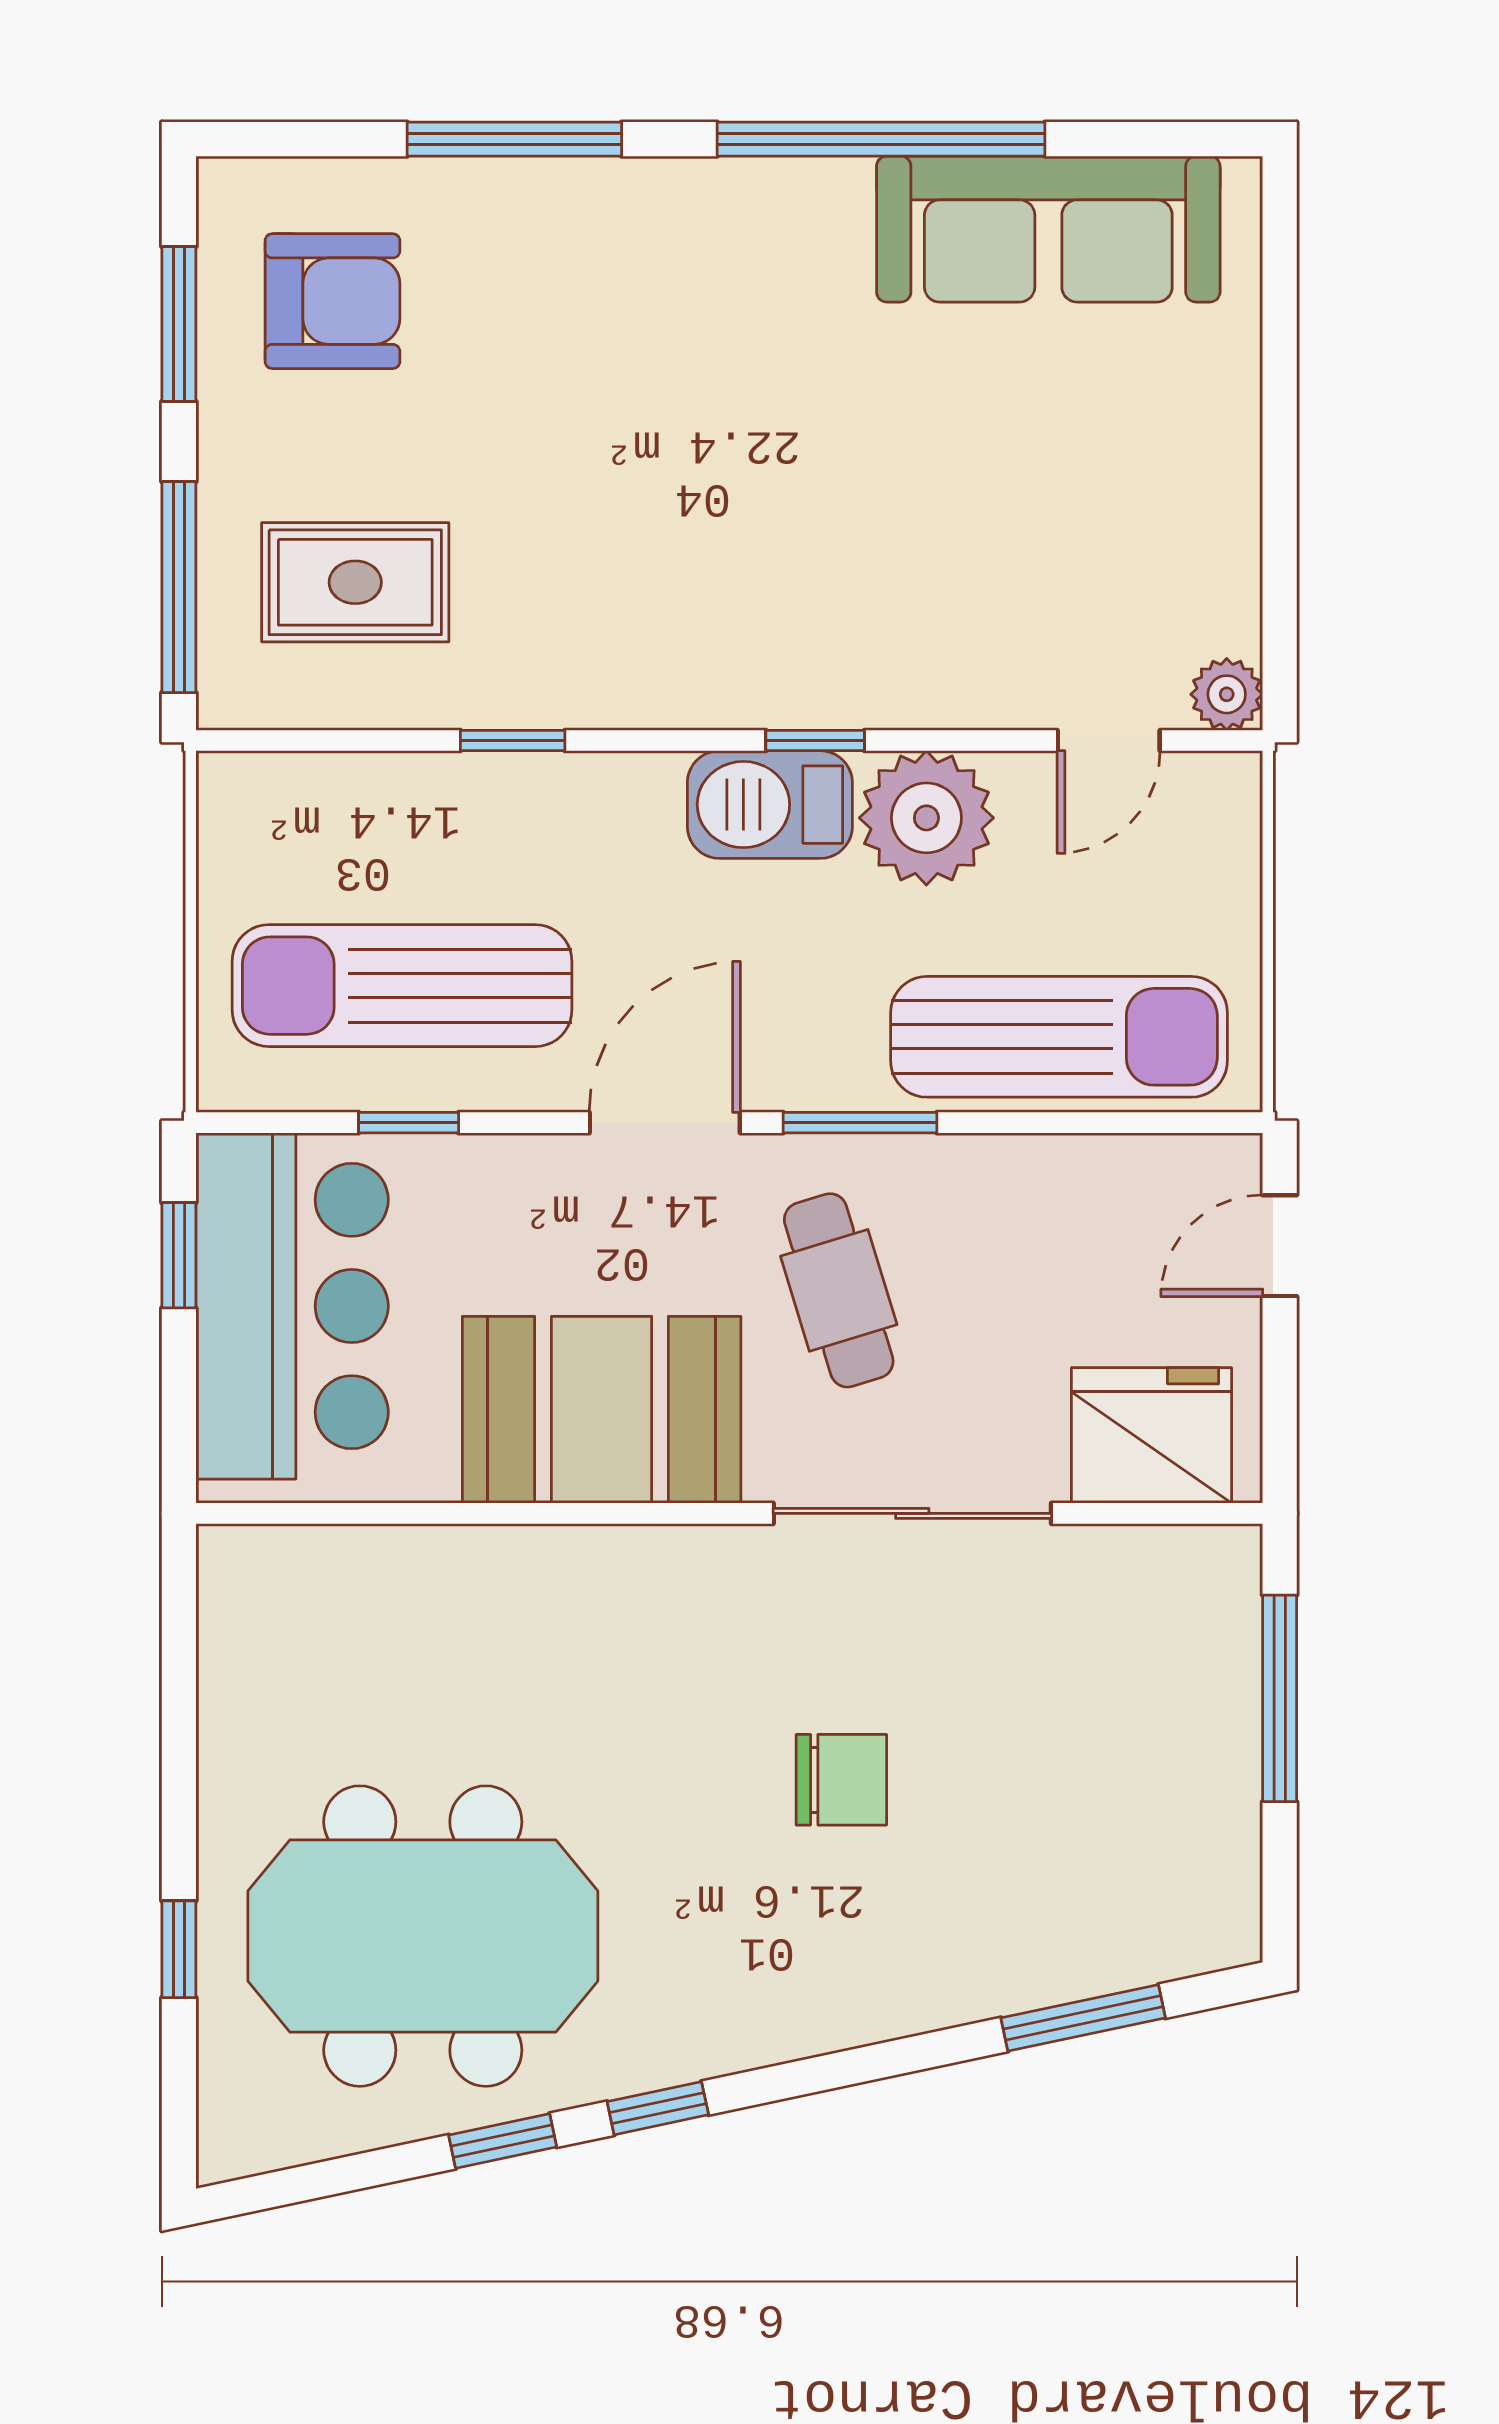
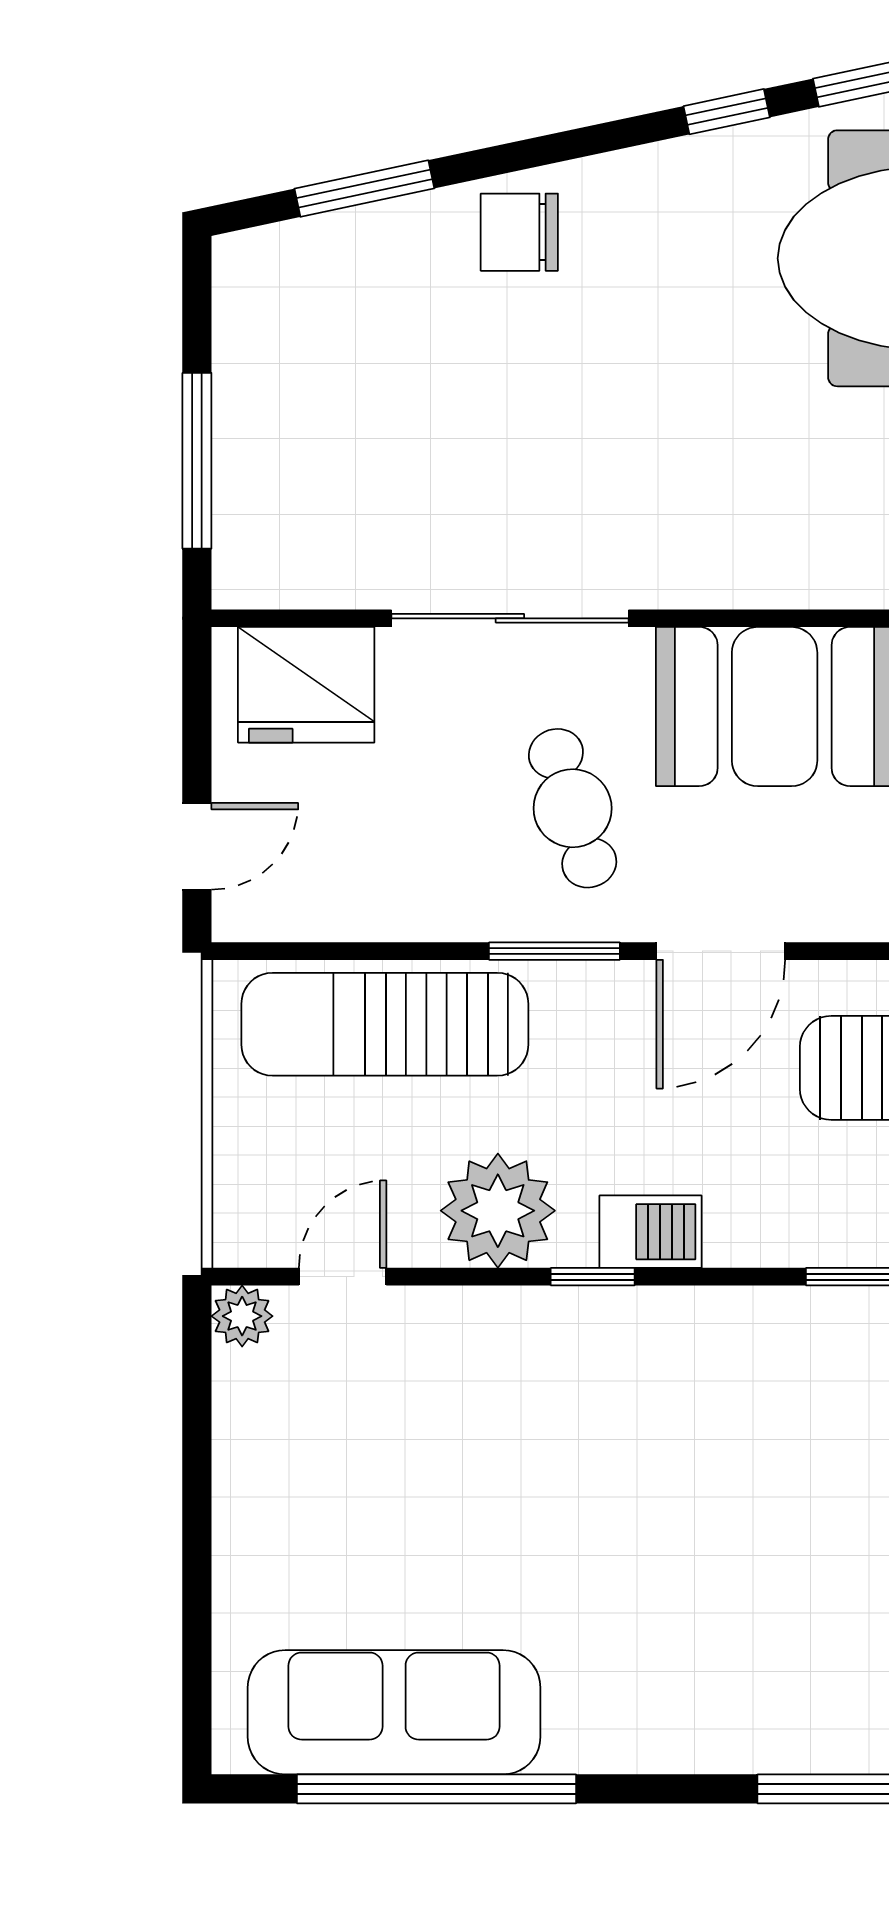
window: (881, 139) -> (437, 1789), moved
barbecue: (770, 805) -> (650, 1232), width x0.73, depth x0.79
chair: (841, 1780) -> (519, 232), moved

